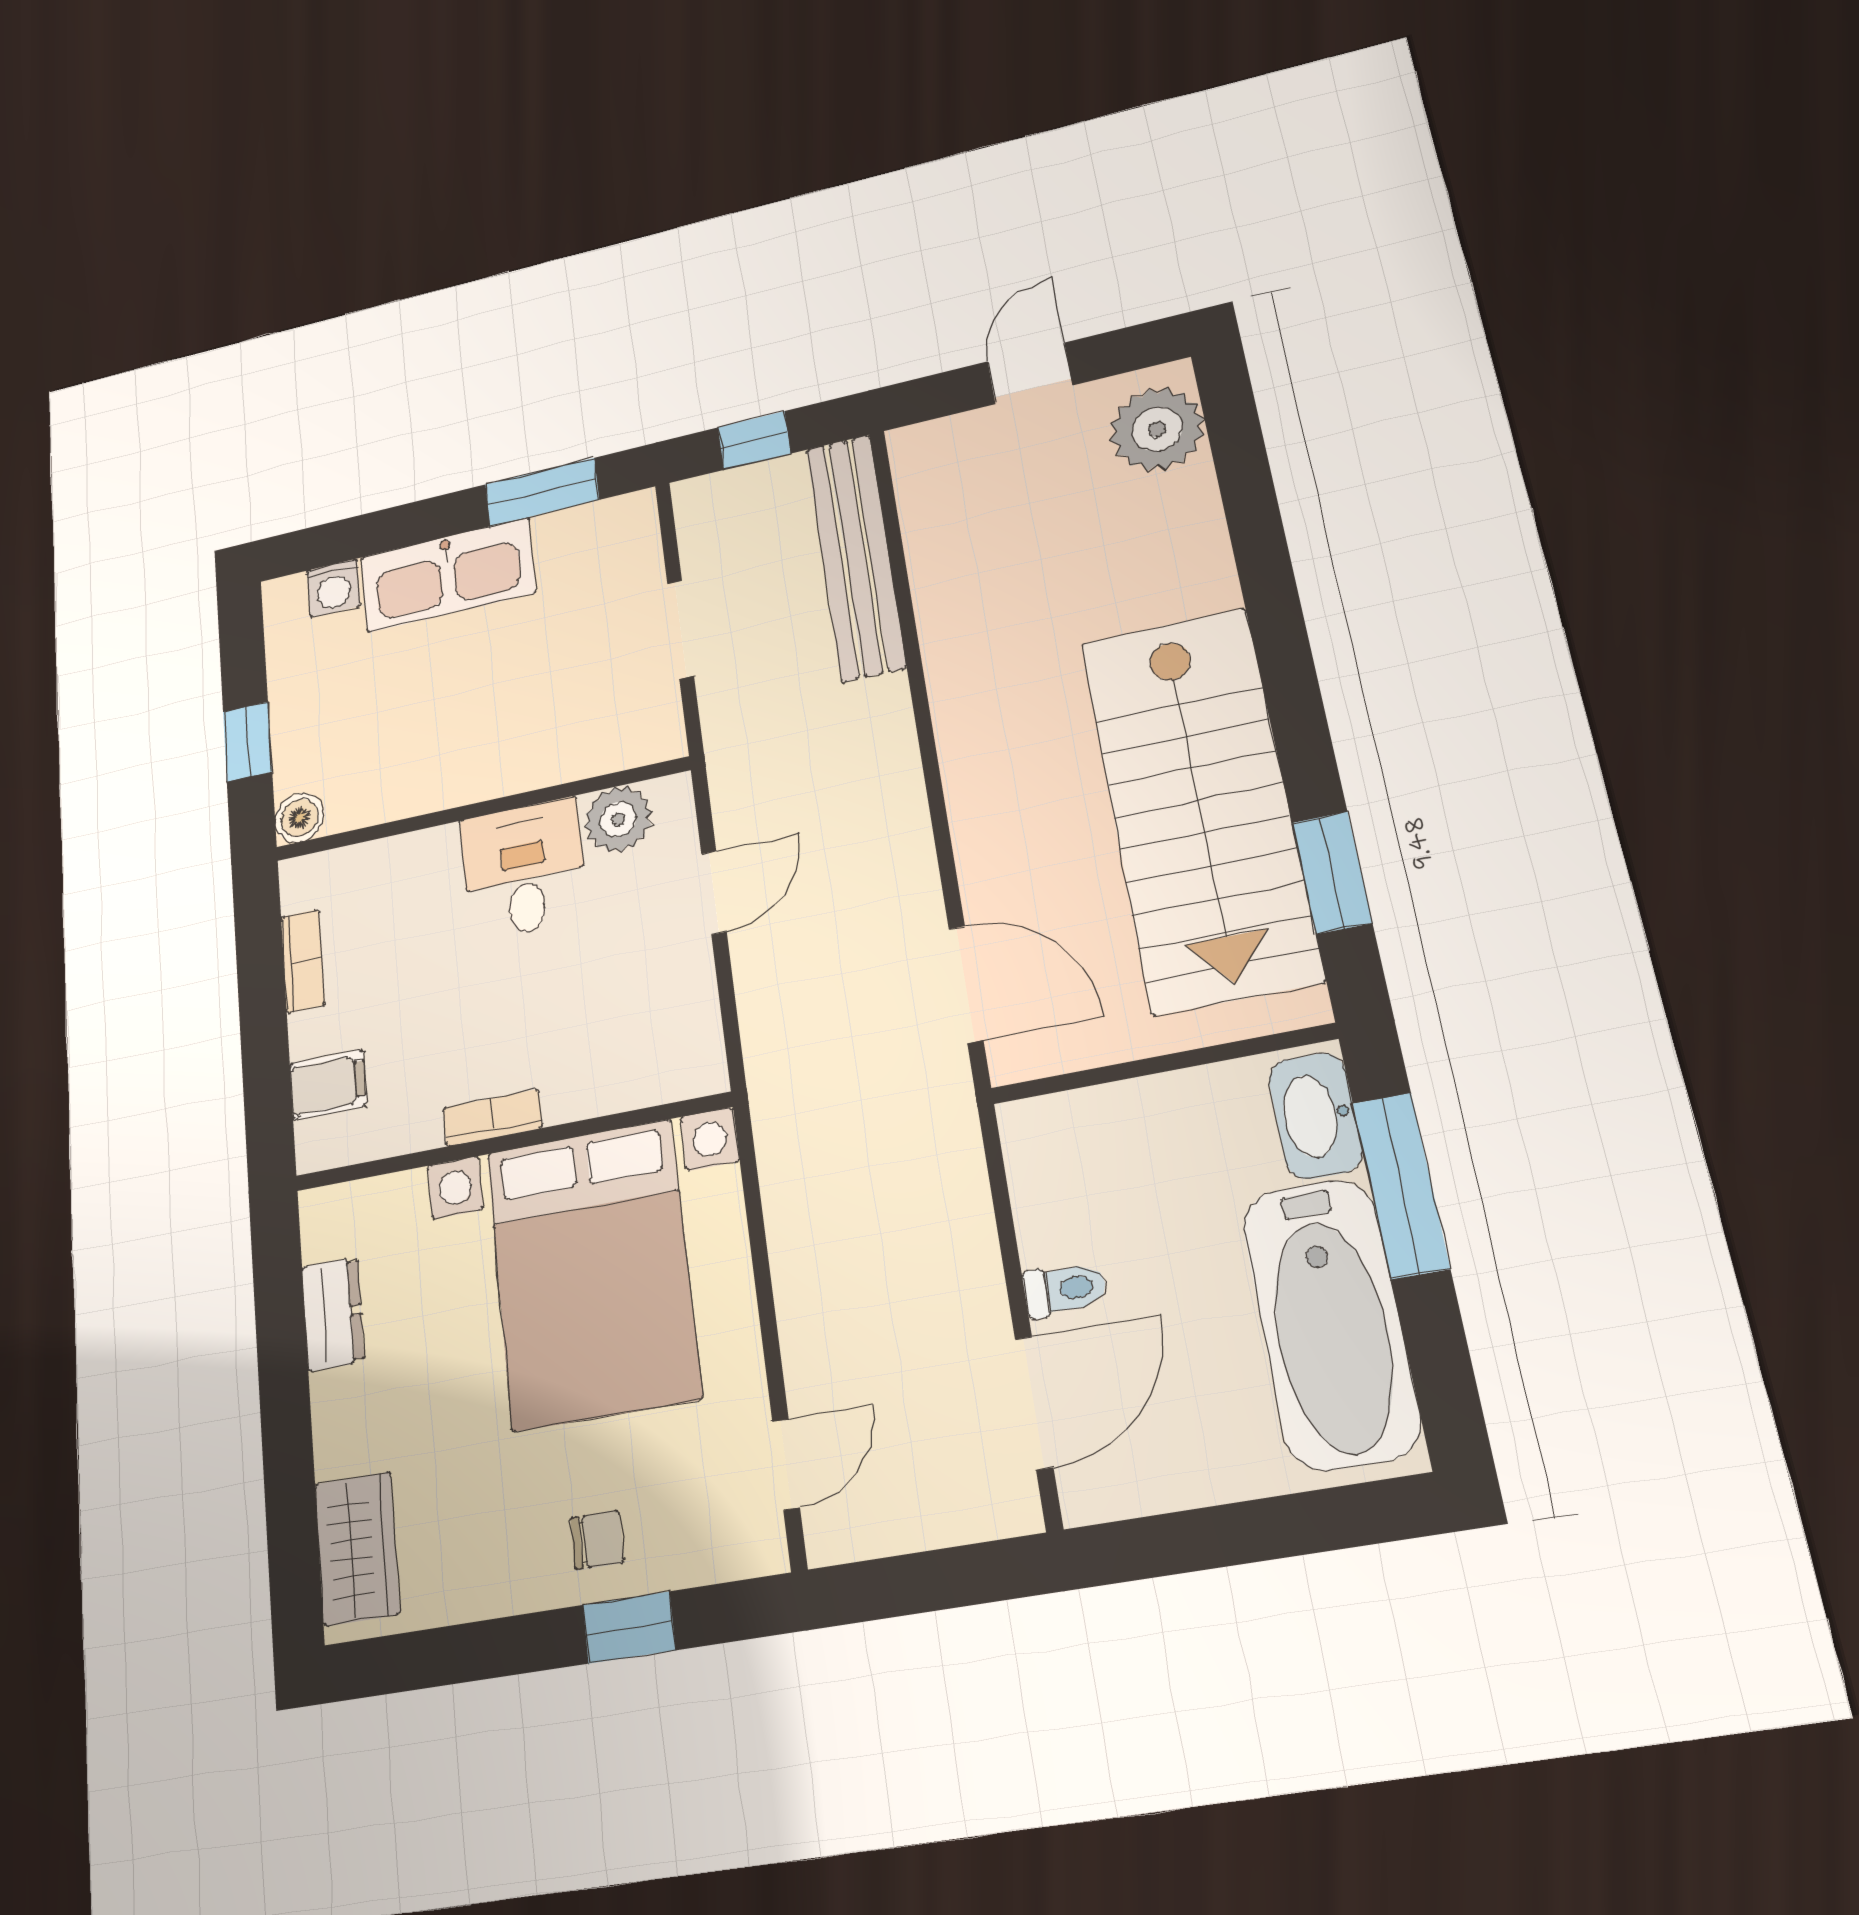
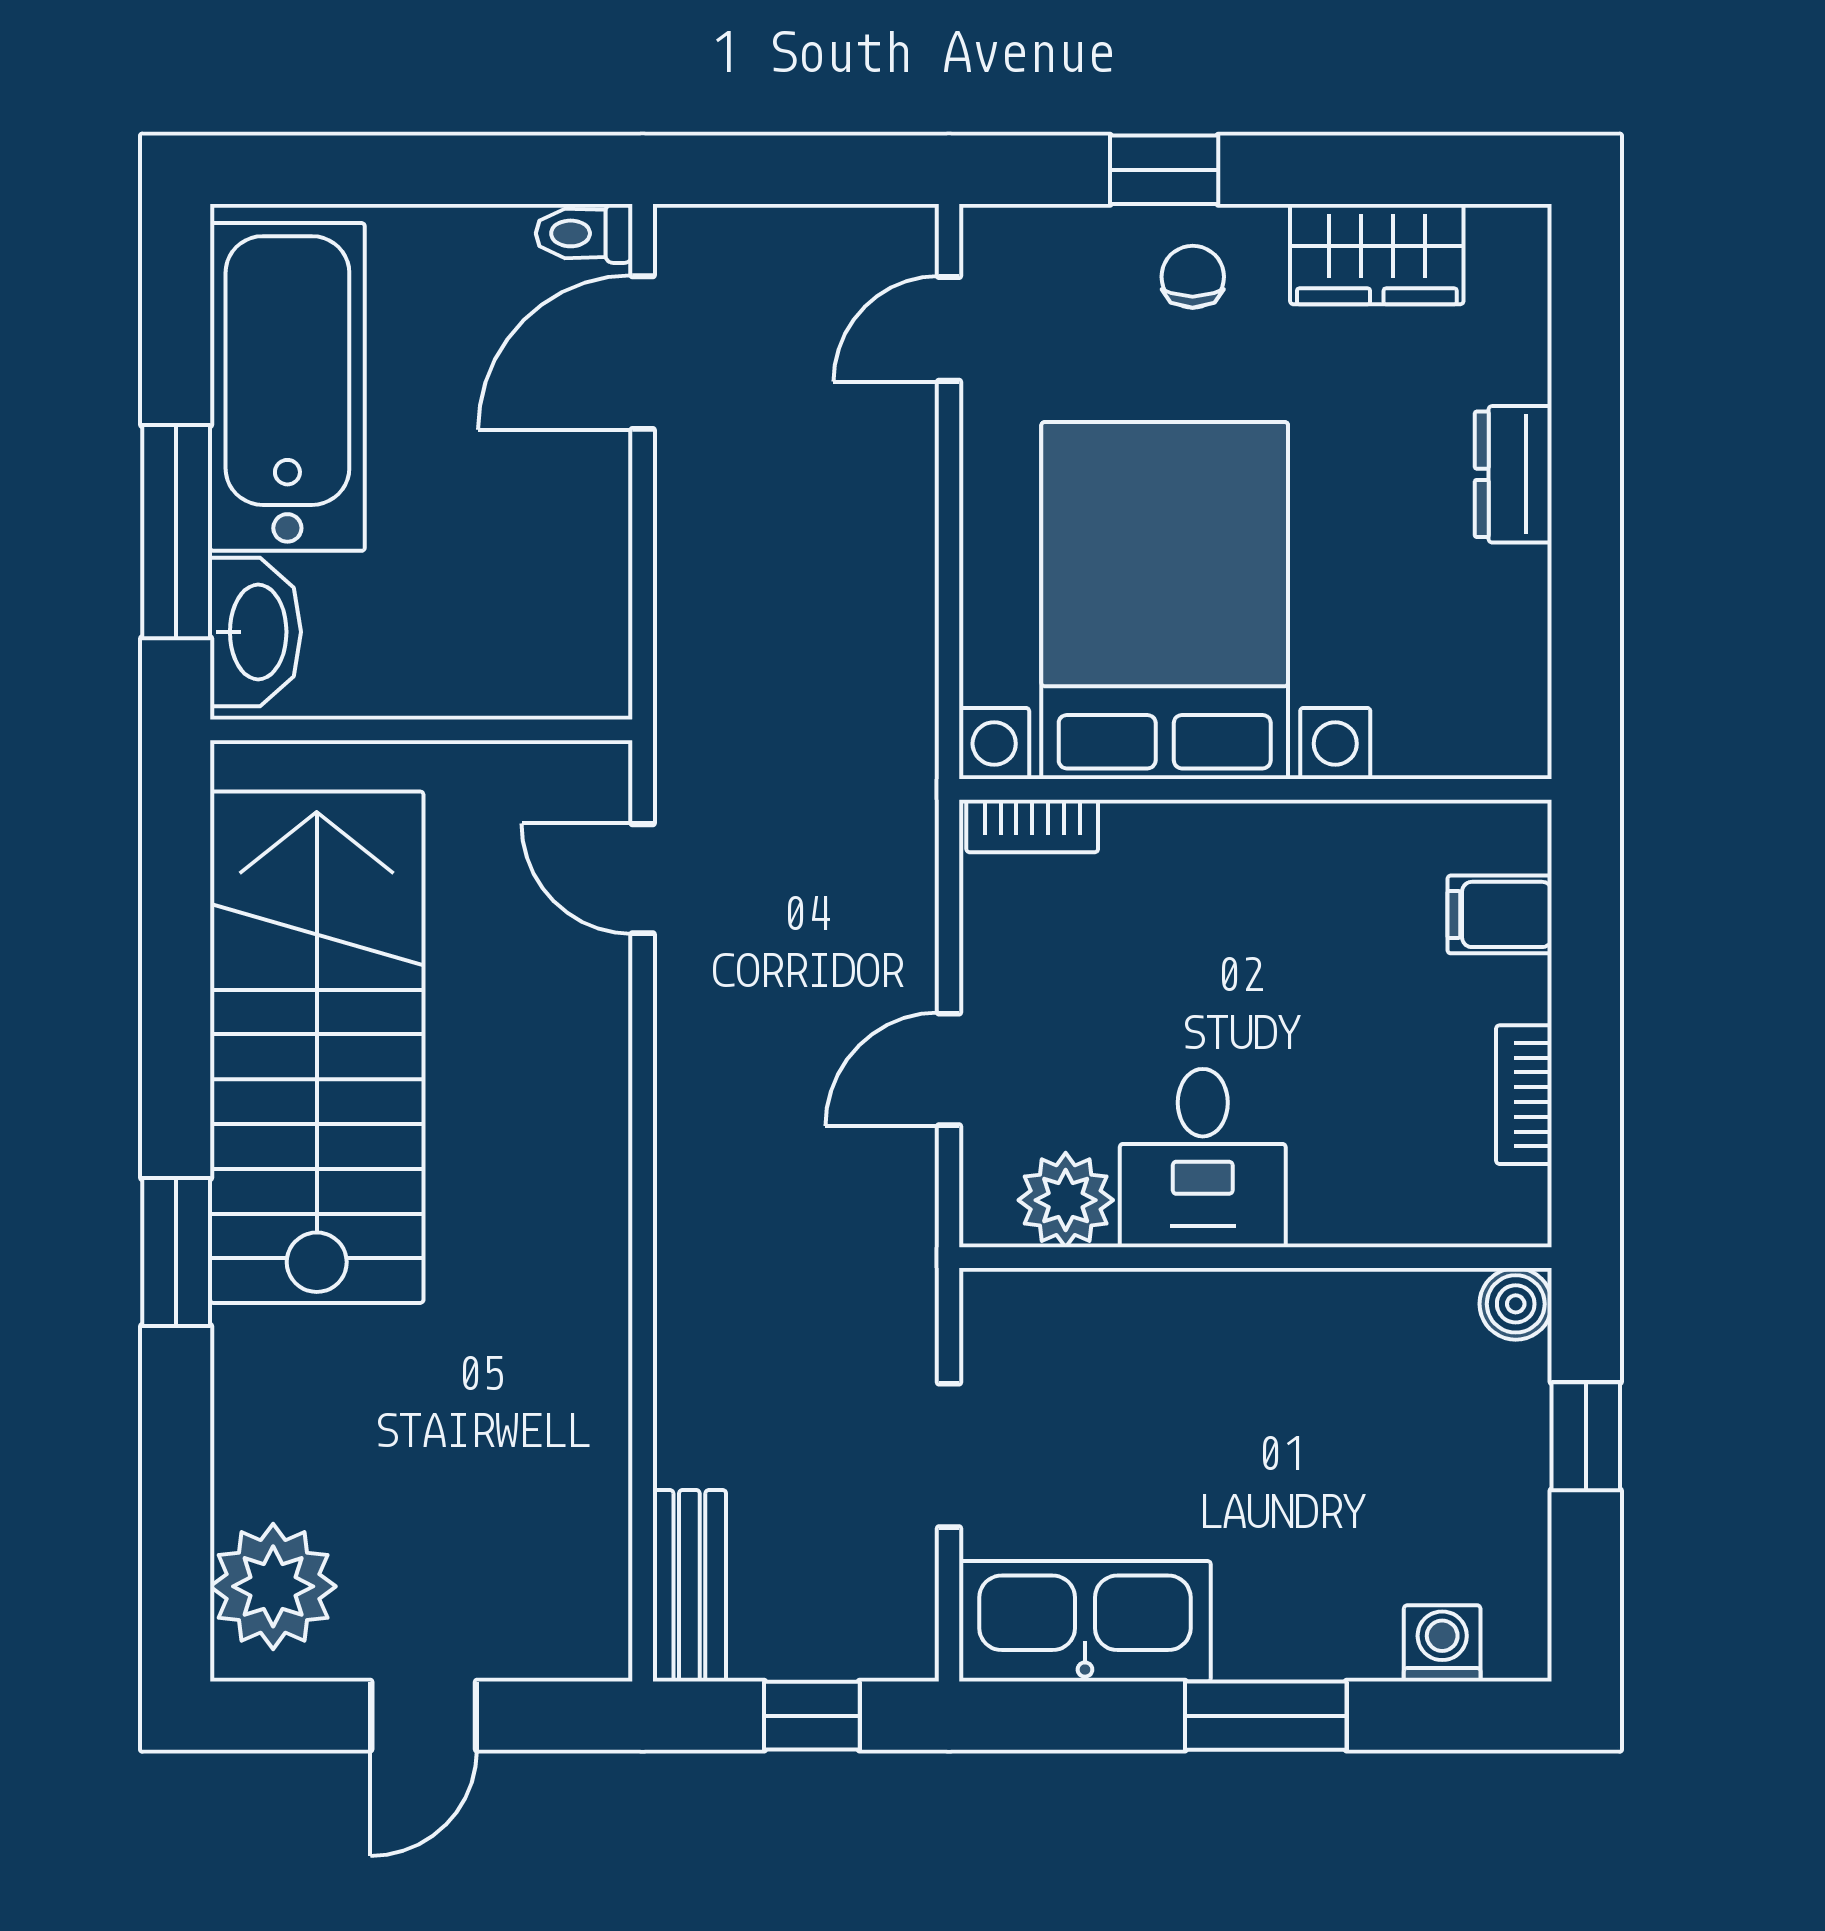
window: (542, 492) -> (1266, 1716), moved
bench: (856, 557) -> (689, 1586), width x0.54, depth x0.82
kitchen sink: (448, 575) -> (1085, 1621), moved
window: (1332, 873) -> (176, 1252), moved
door: (966, 984) -> (643, 879), width x0.73
bookcase: (493, 1118) -> (1032, 826), moved
toilet: (1065, 1289) -> (584, 233), moved
dresser: (333, 1314) -> (1513, 474), moved
chair: (597, 1540) -> (1193, 277), turned 90
wardrobe: (357, 1549) -> (1377, 254), moved, turned -90

